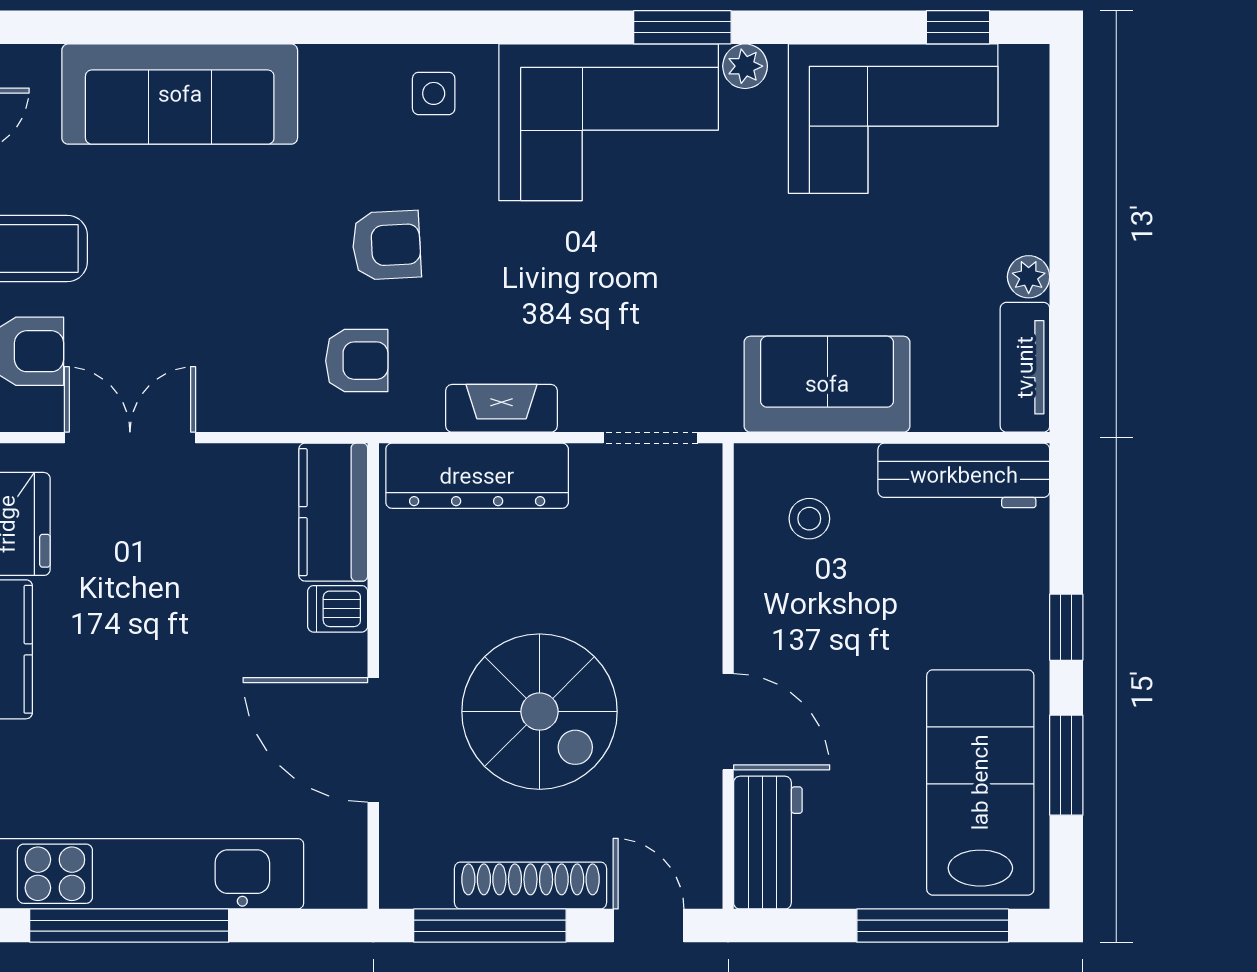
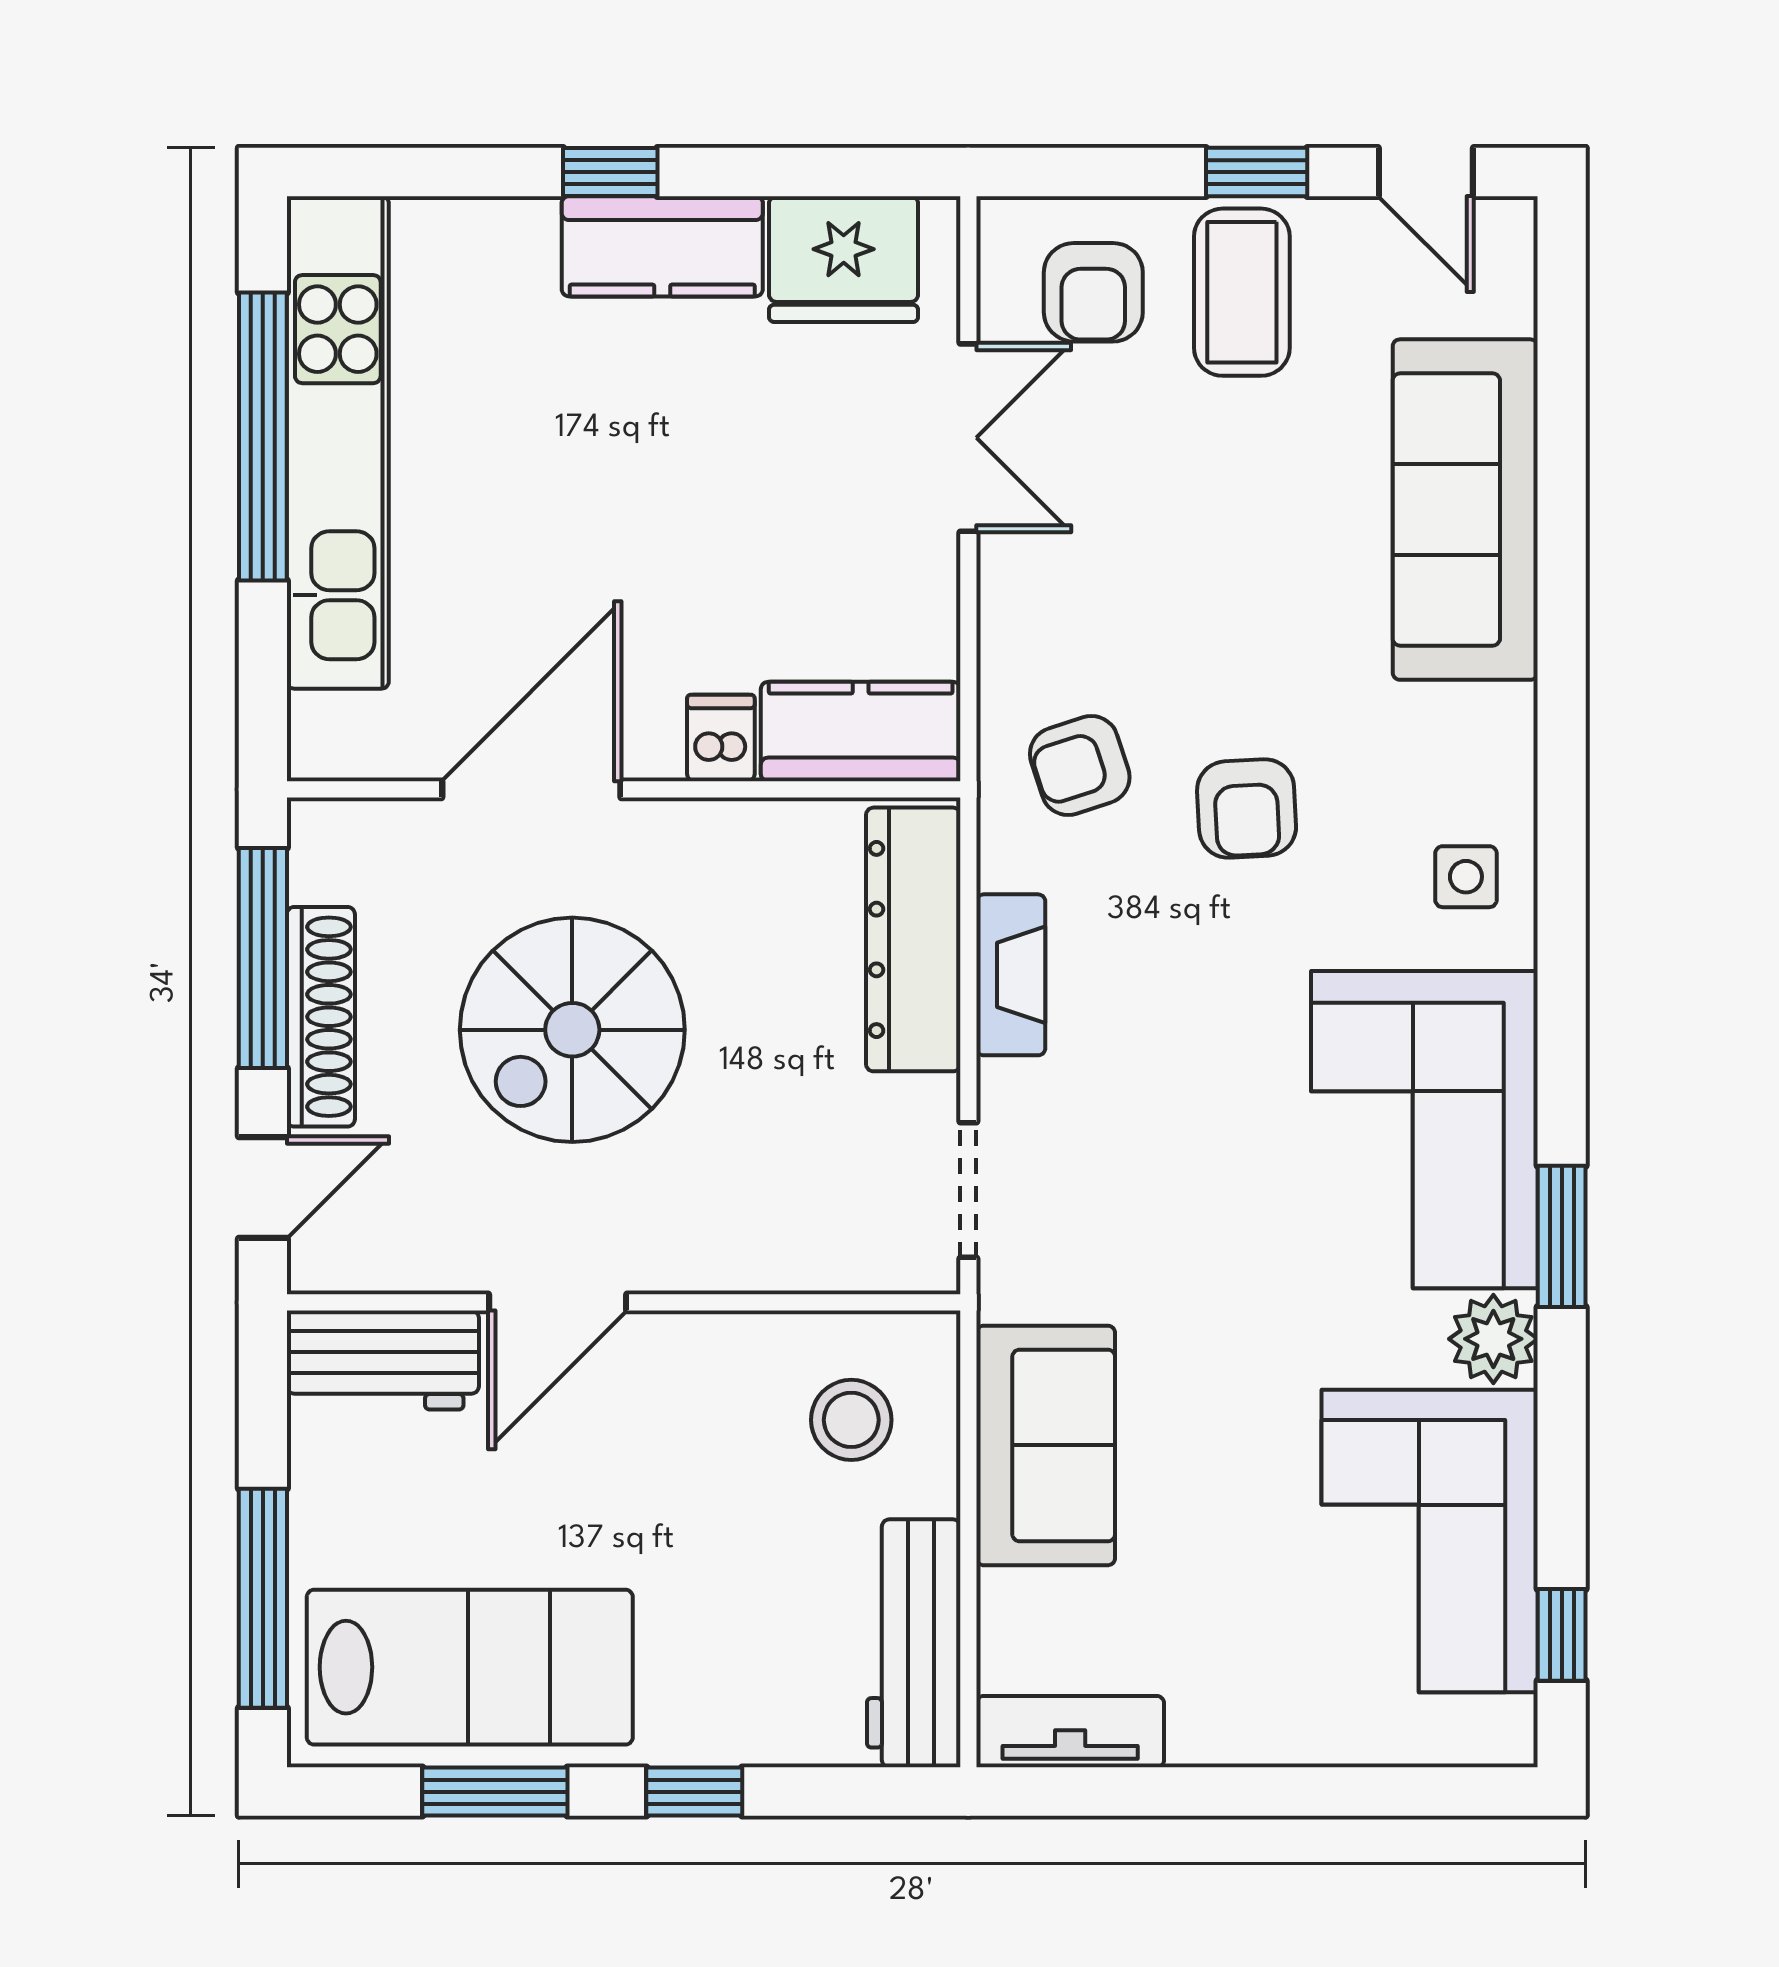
plant: (745, 66) -> (1493, 1339), width x1.38, depth x1.38
plant: (1029, 277) -> (1201, 1737), removed
armchair: (357, 361) -> (1080, 766), turned 72
stool: (809, 519) -> (851, 1420), width x1.37, depth x1.37

